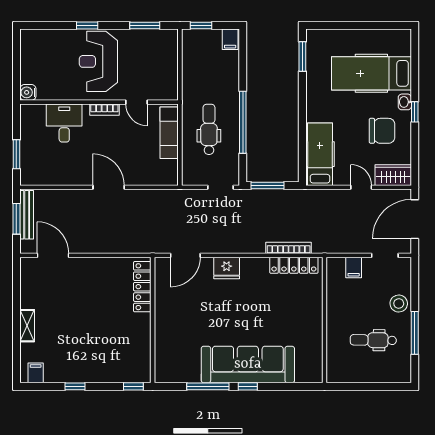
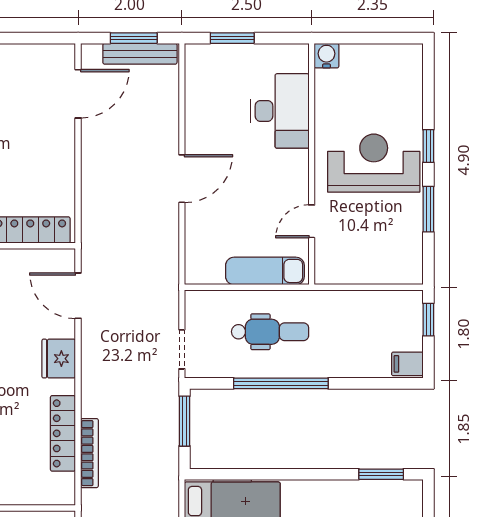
window: (145, 26) -> (428, 209), moved
bookcase: (104, 110) -> (300, 172), removed
desk: (64, 123) -> (280, 111), width x1.37
locker: (294, 265) -> (63, 433), moved

